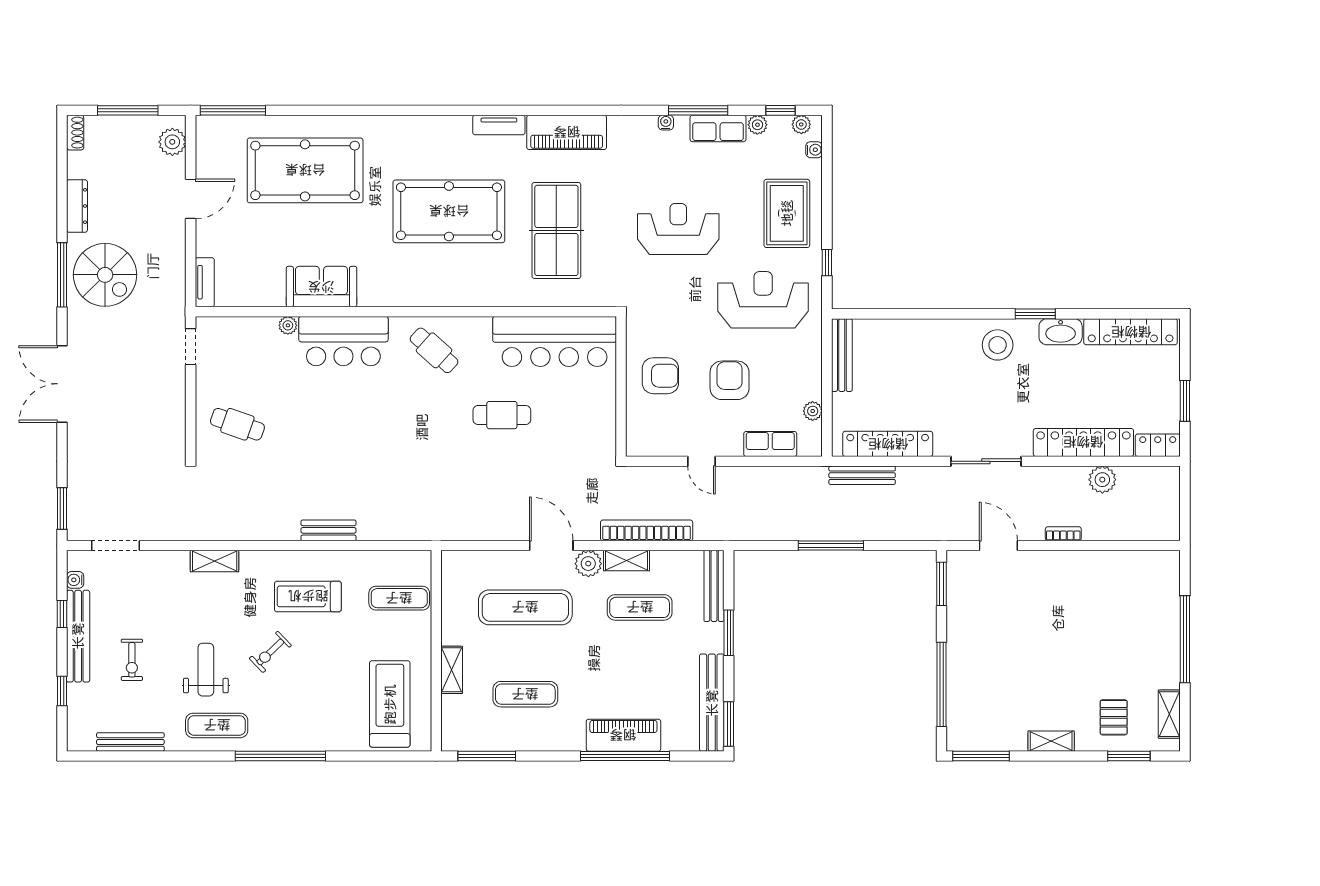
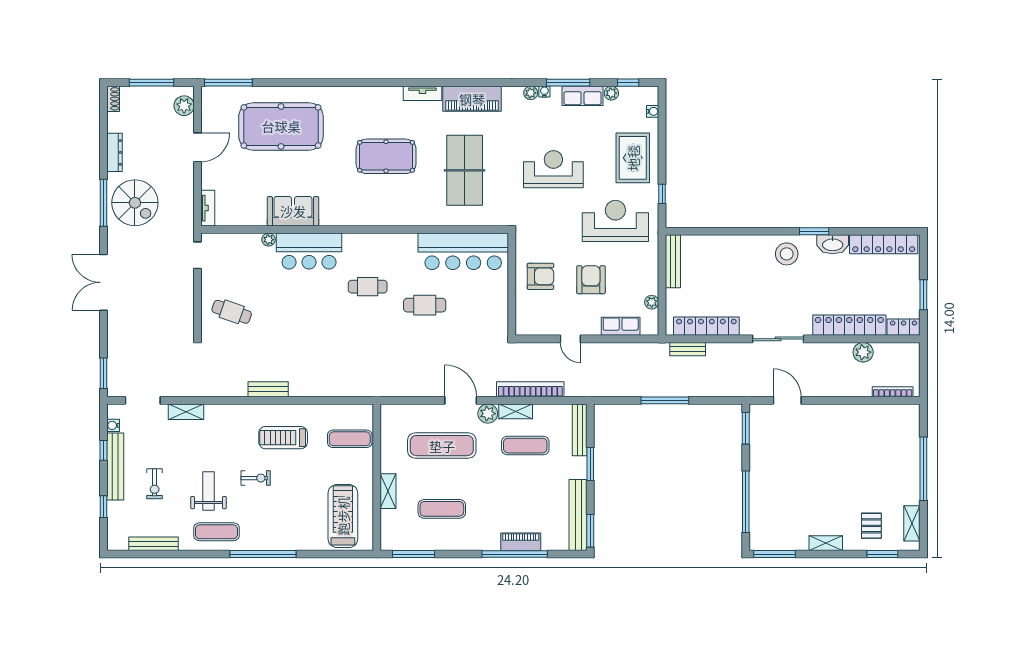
plant: (801, 124) -> (531, 93), moved
pool table: (449, 211) -> (386, 156), width x0.73, depth x0.76
cafe table: (434, 350) -> (368, 287), moved, turned -42
bench: (862, 475) -> (688, 349), width x0.73
bench: (328, 530) -> (268, 389), moved
bookcase: (1063, 534) -> (893, 392), moved, width x1.56
shelving: (215, 561) -> (186, 412), moved
exercise bike: (270, 652) -> (256, 478), turned -136
piano: (623, 735) -> (521, 542), width x0.73, depth x0.75

